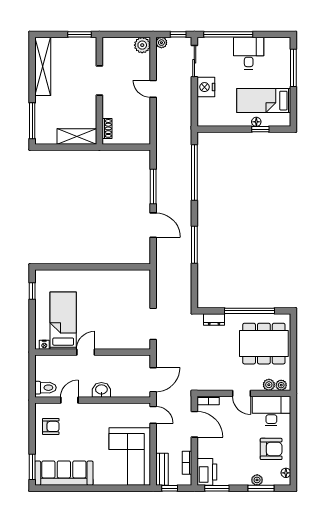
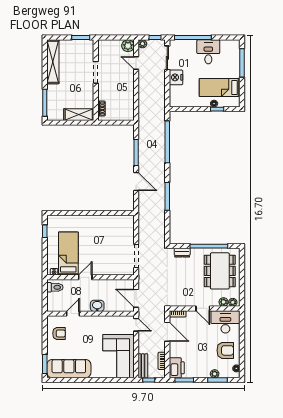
door: (153, 89) -> (136, 63), moved
dining table: (264, 344) -> (220, 271), turned 90
door: (153, 380) -> (136, 298), swing flipped
toilet: (45, 388) -> (55, 287), moved

